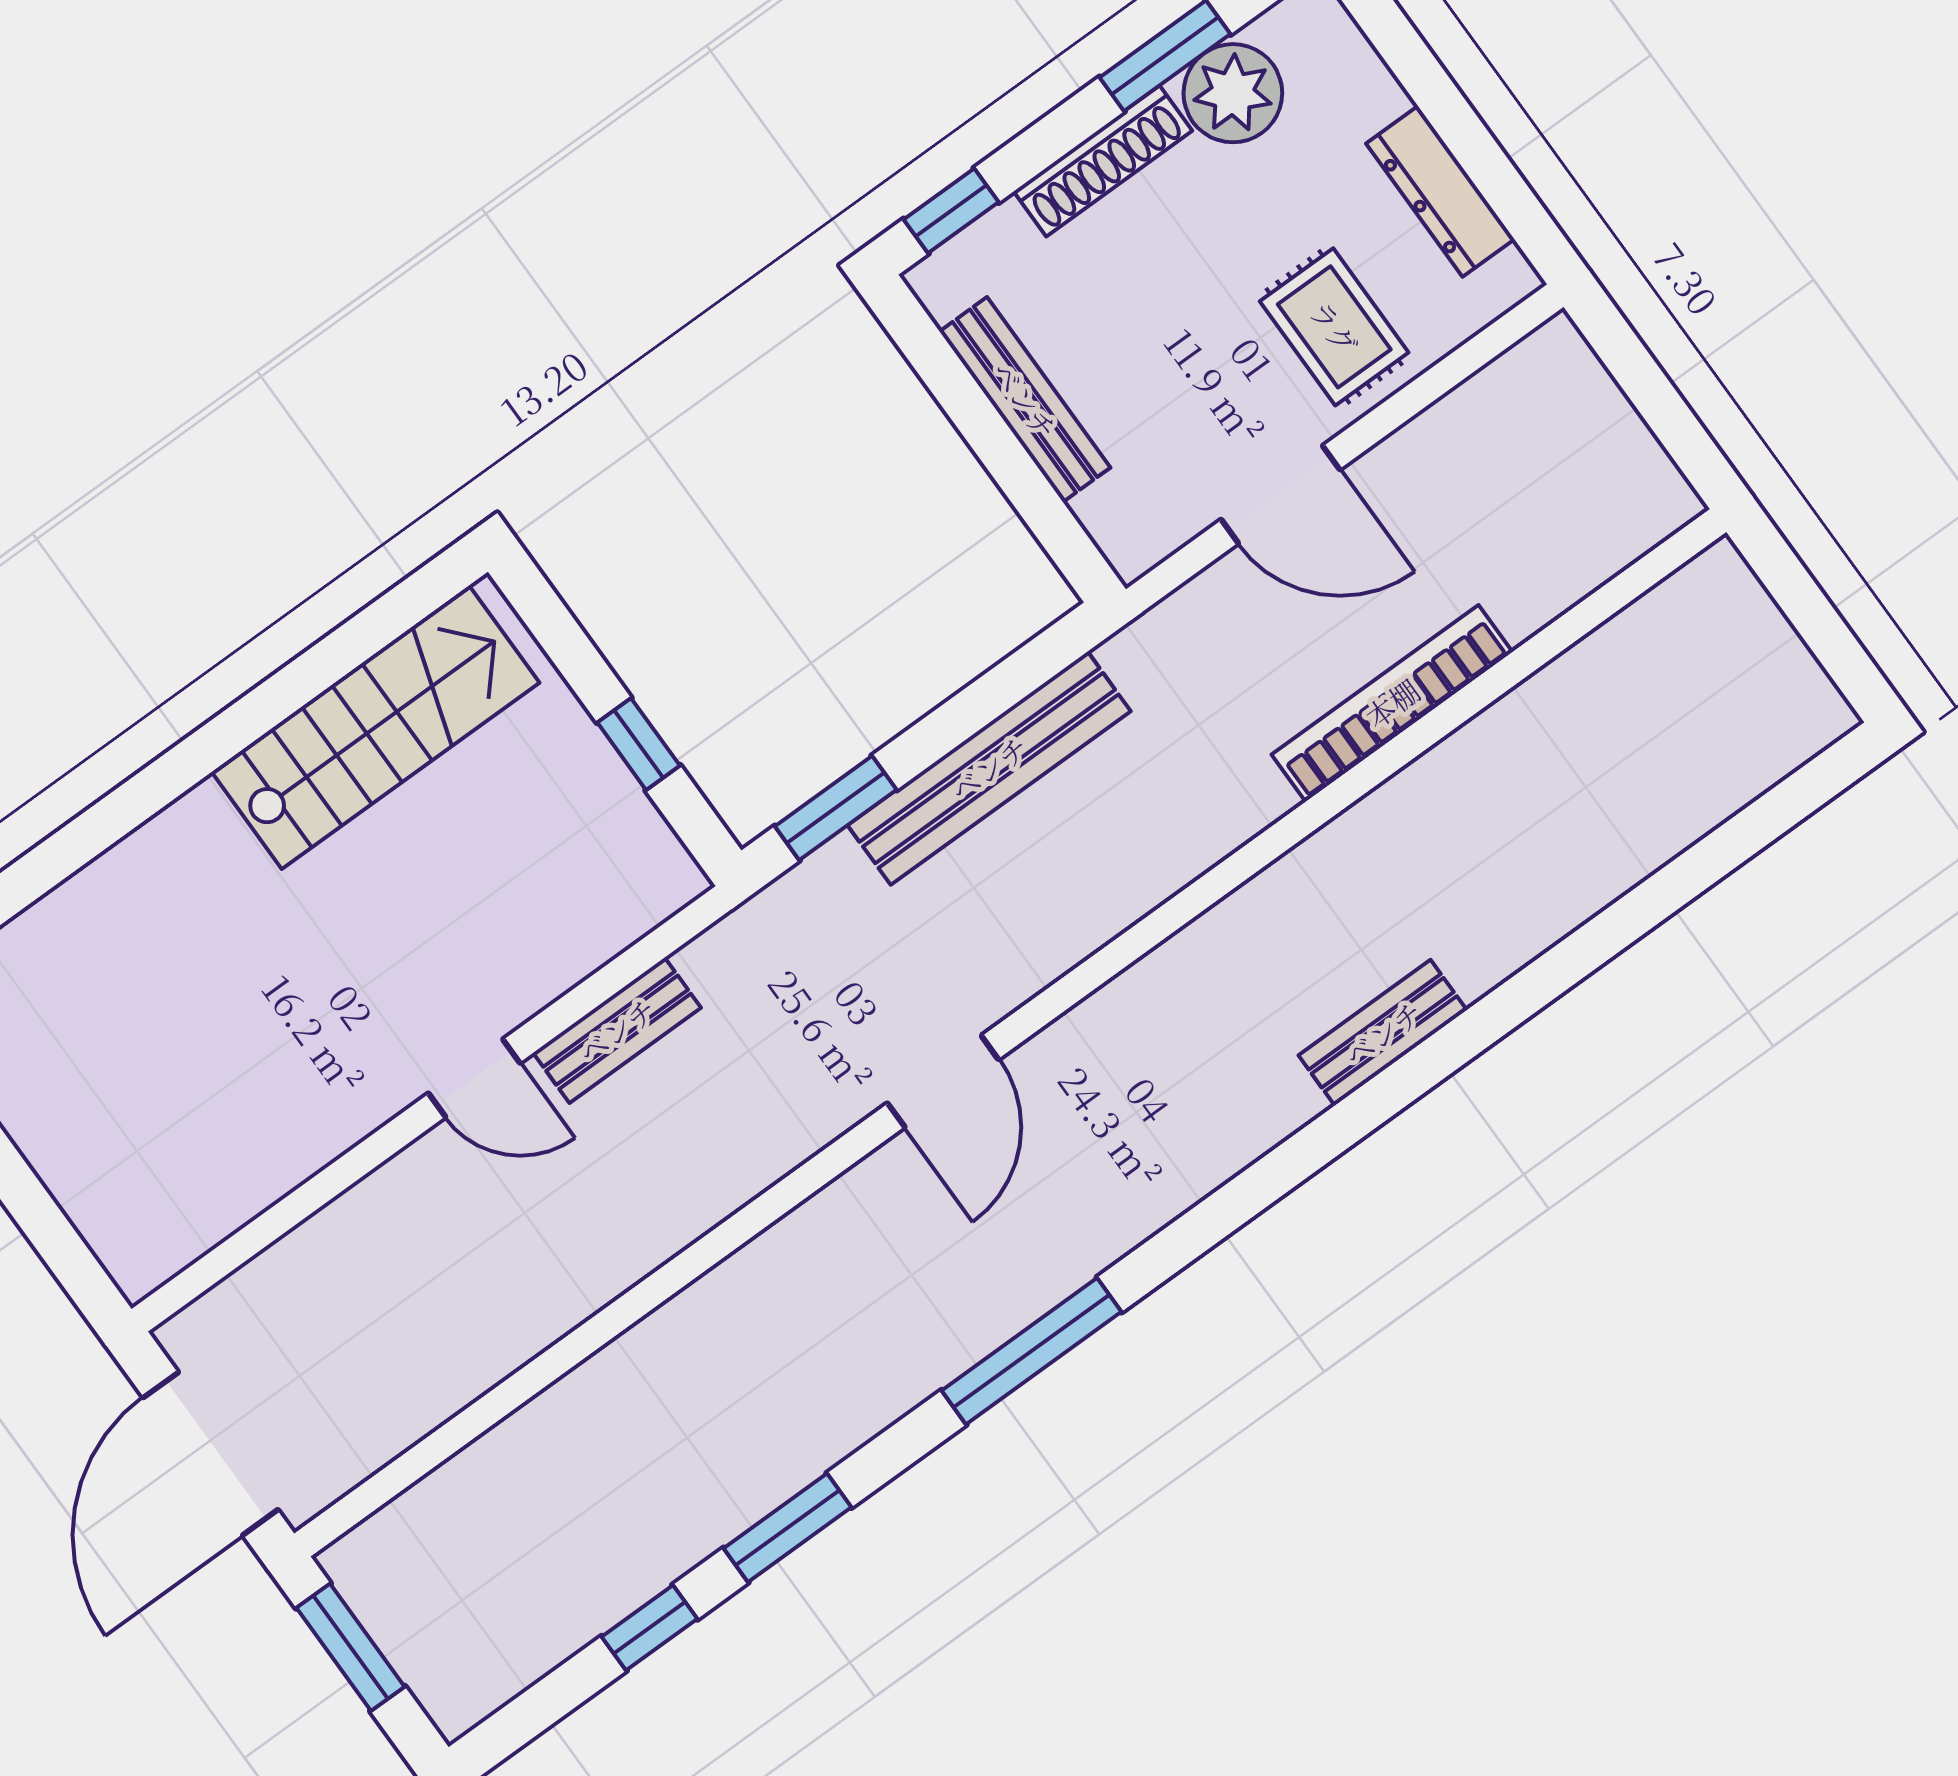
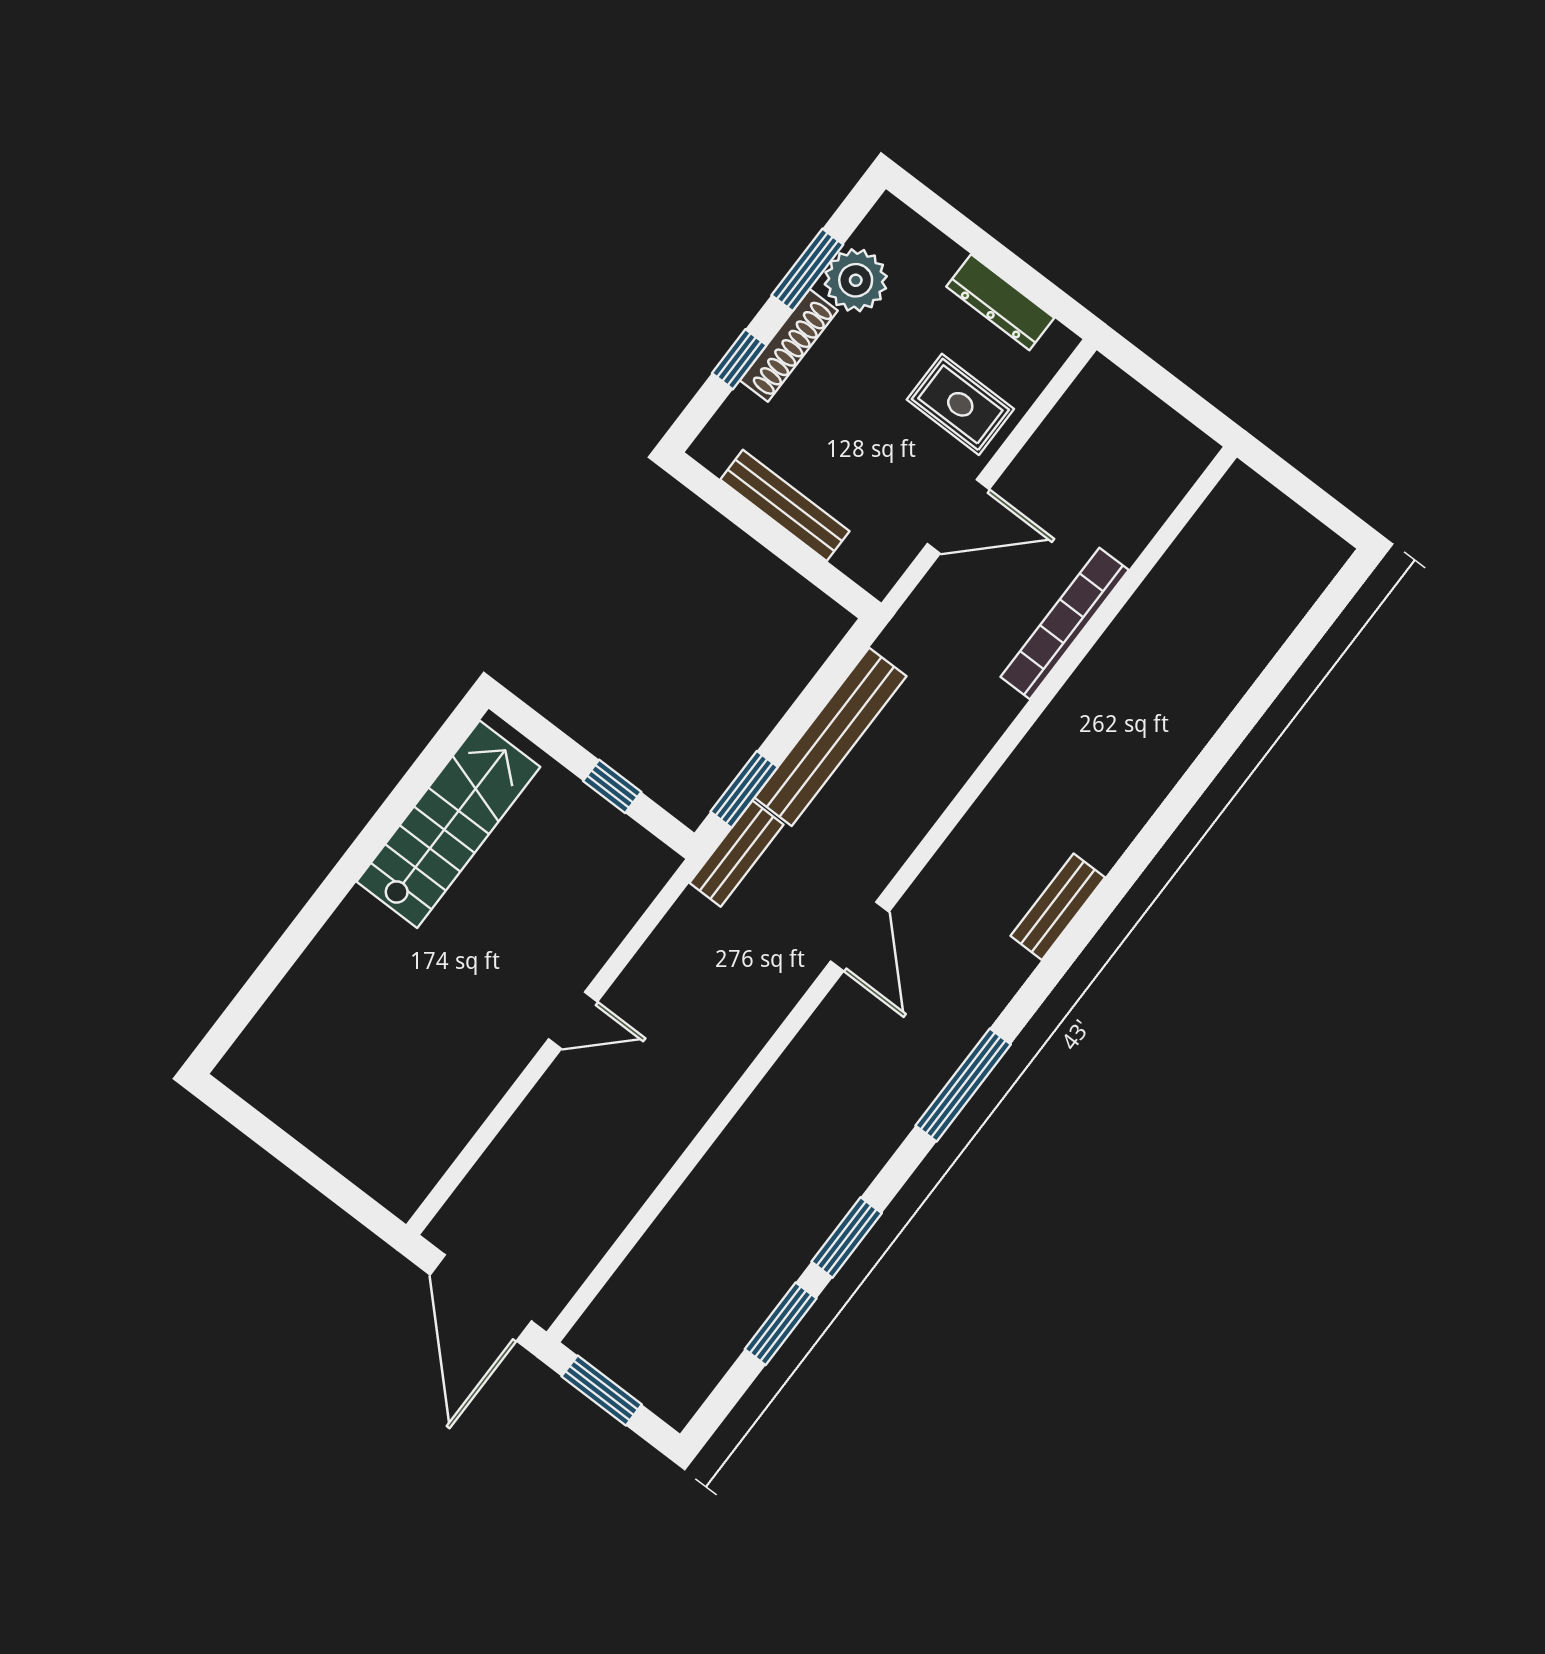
window: (951, 211) -> (739, 359), moved
bench: (617, 1030) -> (736, 854), moved
bench: (1383, 1033) -> (1058, 907), moved
window: (649, 1628) -> (781, 1324), width x1.50

